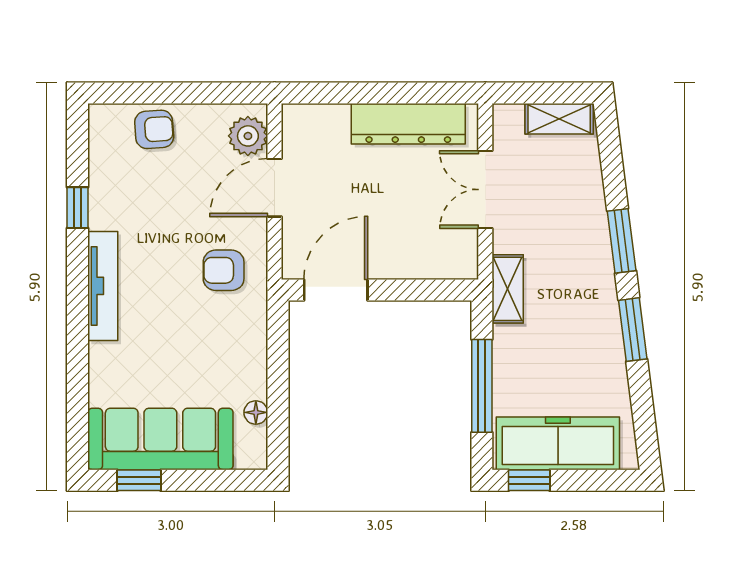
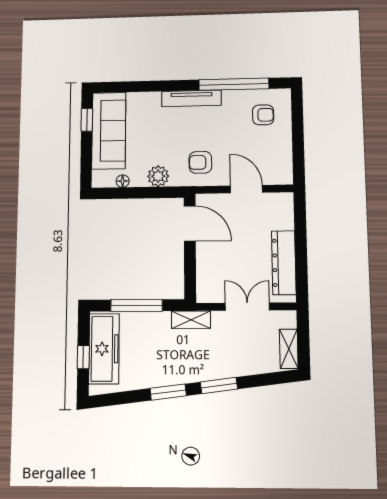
armchair: (154, 129) -> (263, 115), moved, turned -86
plant: (248, 136) -> (158, 176), moved
window: (78, 208) -> (234, 84), width x3.17
armchair: (224, 270) -> (200, 162), turned -90
window: (529, 480) -> (83, 357), moved

